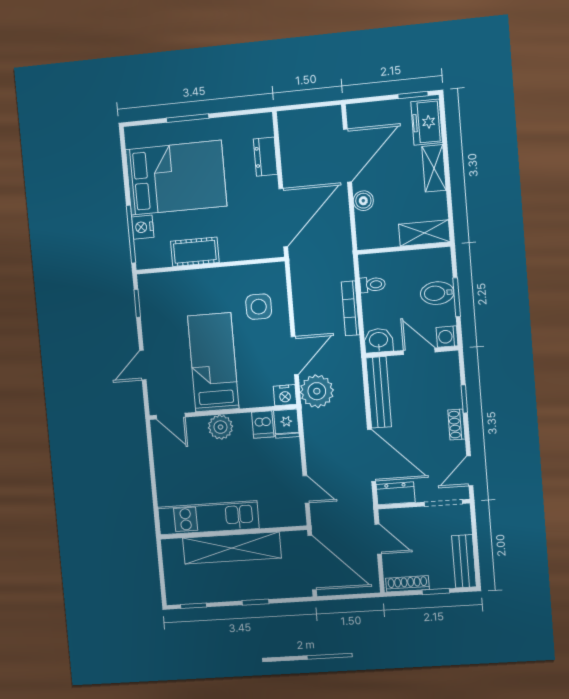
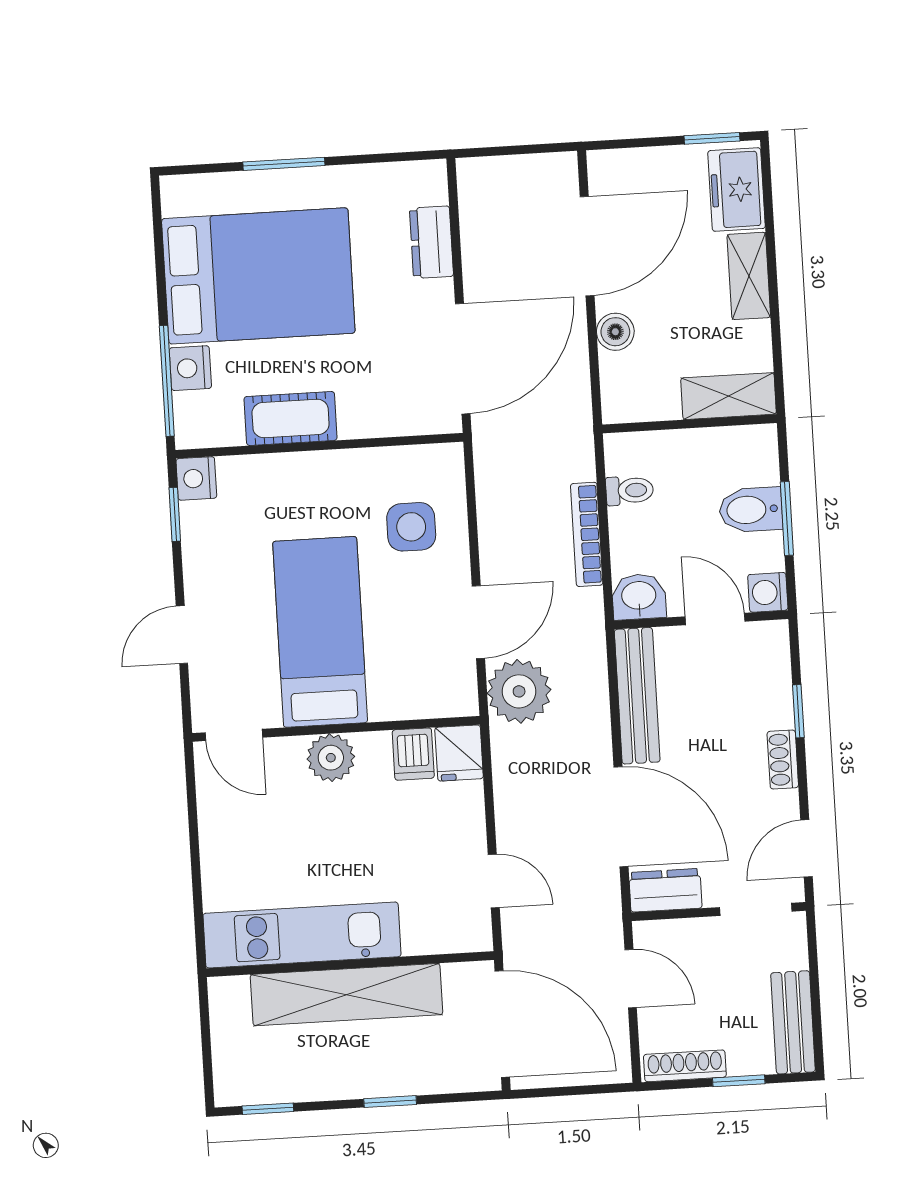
nightstand: (285, 395) -> (196, 478), moved, turned 90

